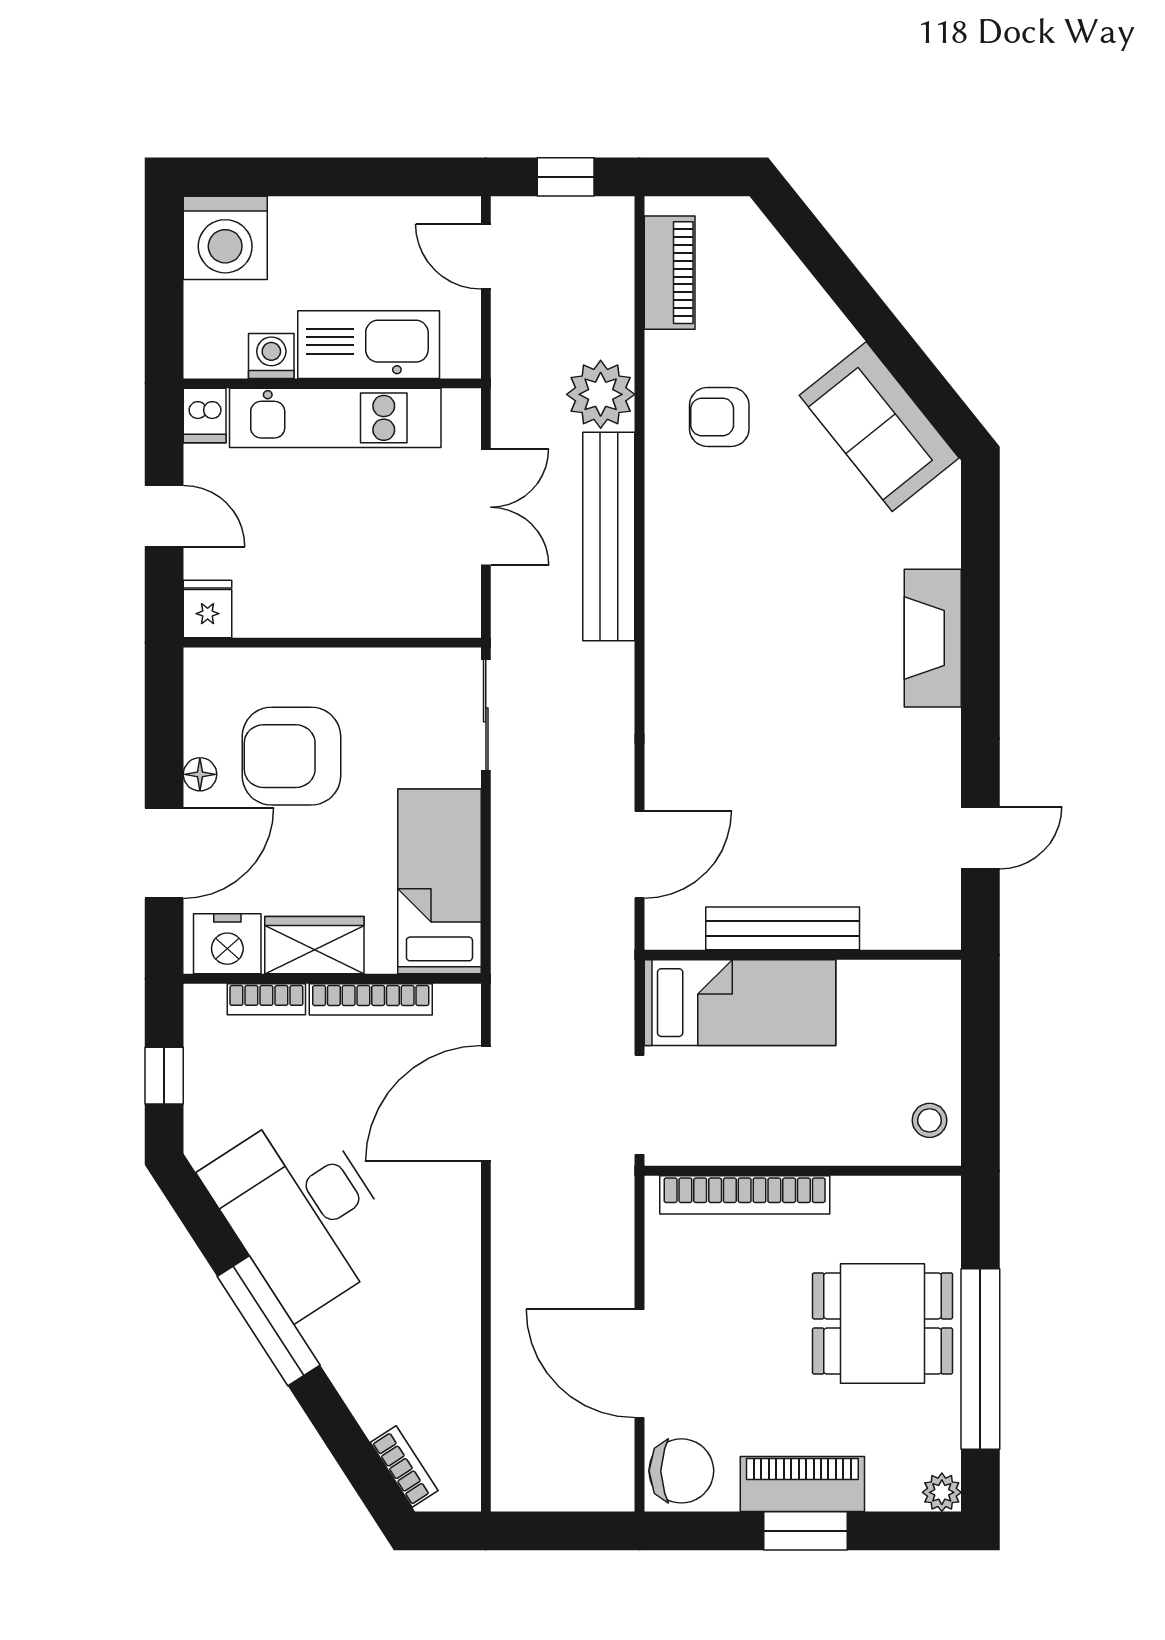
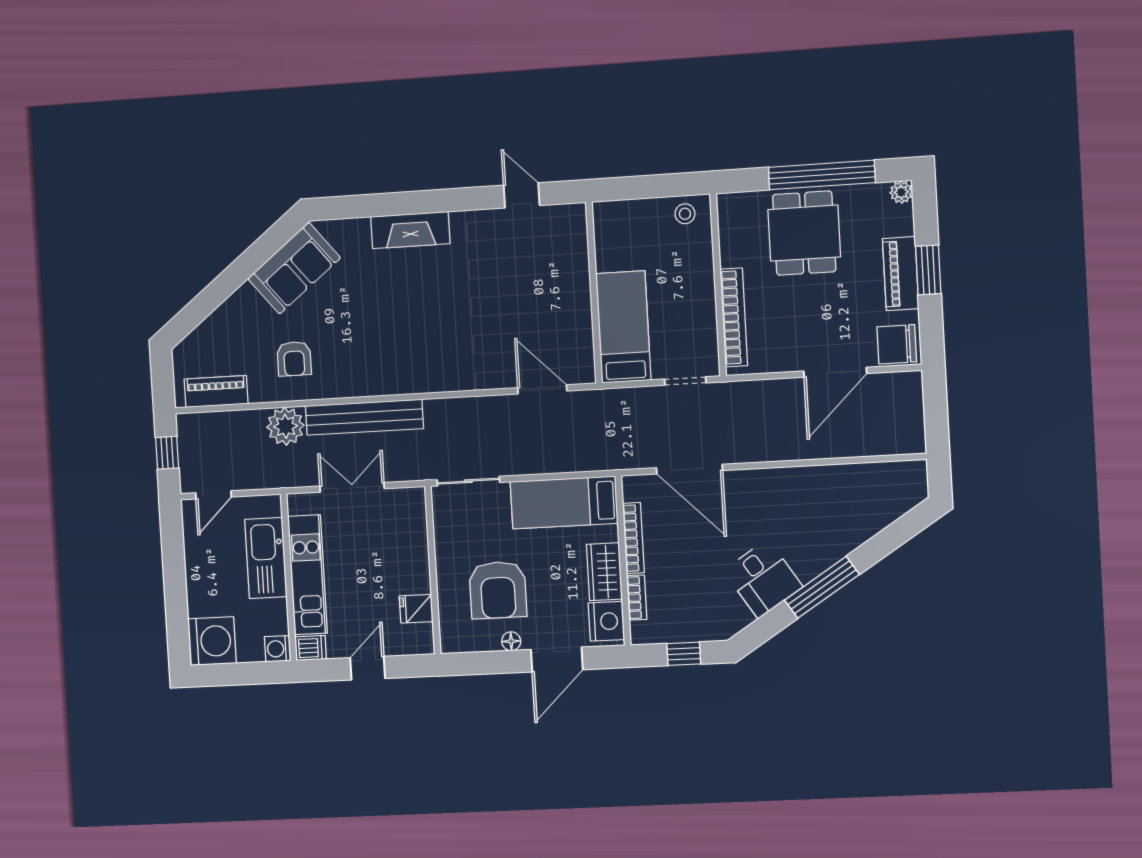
washing machine: (271, 356) -> (278, 649), moved
fridge: (208, 609) -> (416, 609), moved
door: (164, 853) -> (557, 660), swing flipped
bench: (783, 928) -> (580, 305), removed
doorway: (639, 1105) -> (685, 381), width x0.73
desk: (302, 1212) -> (763, 579), width x0.53, depth x0.77
bookcase: (404, 1467) -> (903, 505), removed
chair: (681, 1471) -> (897, 344), turned -90

